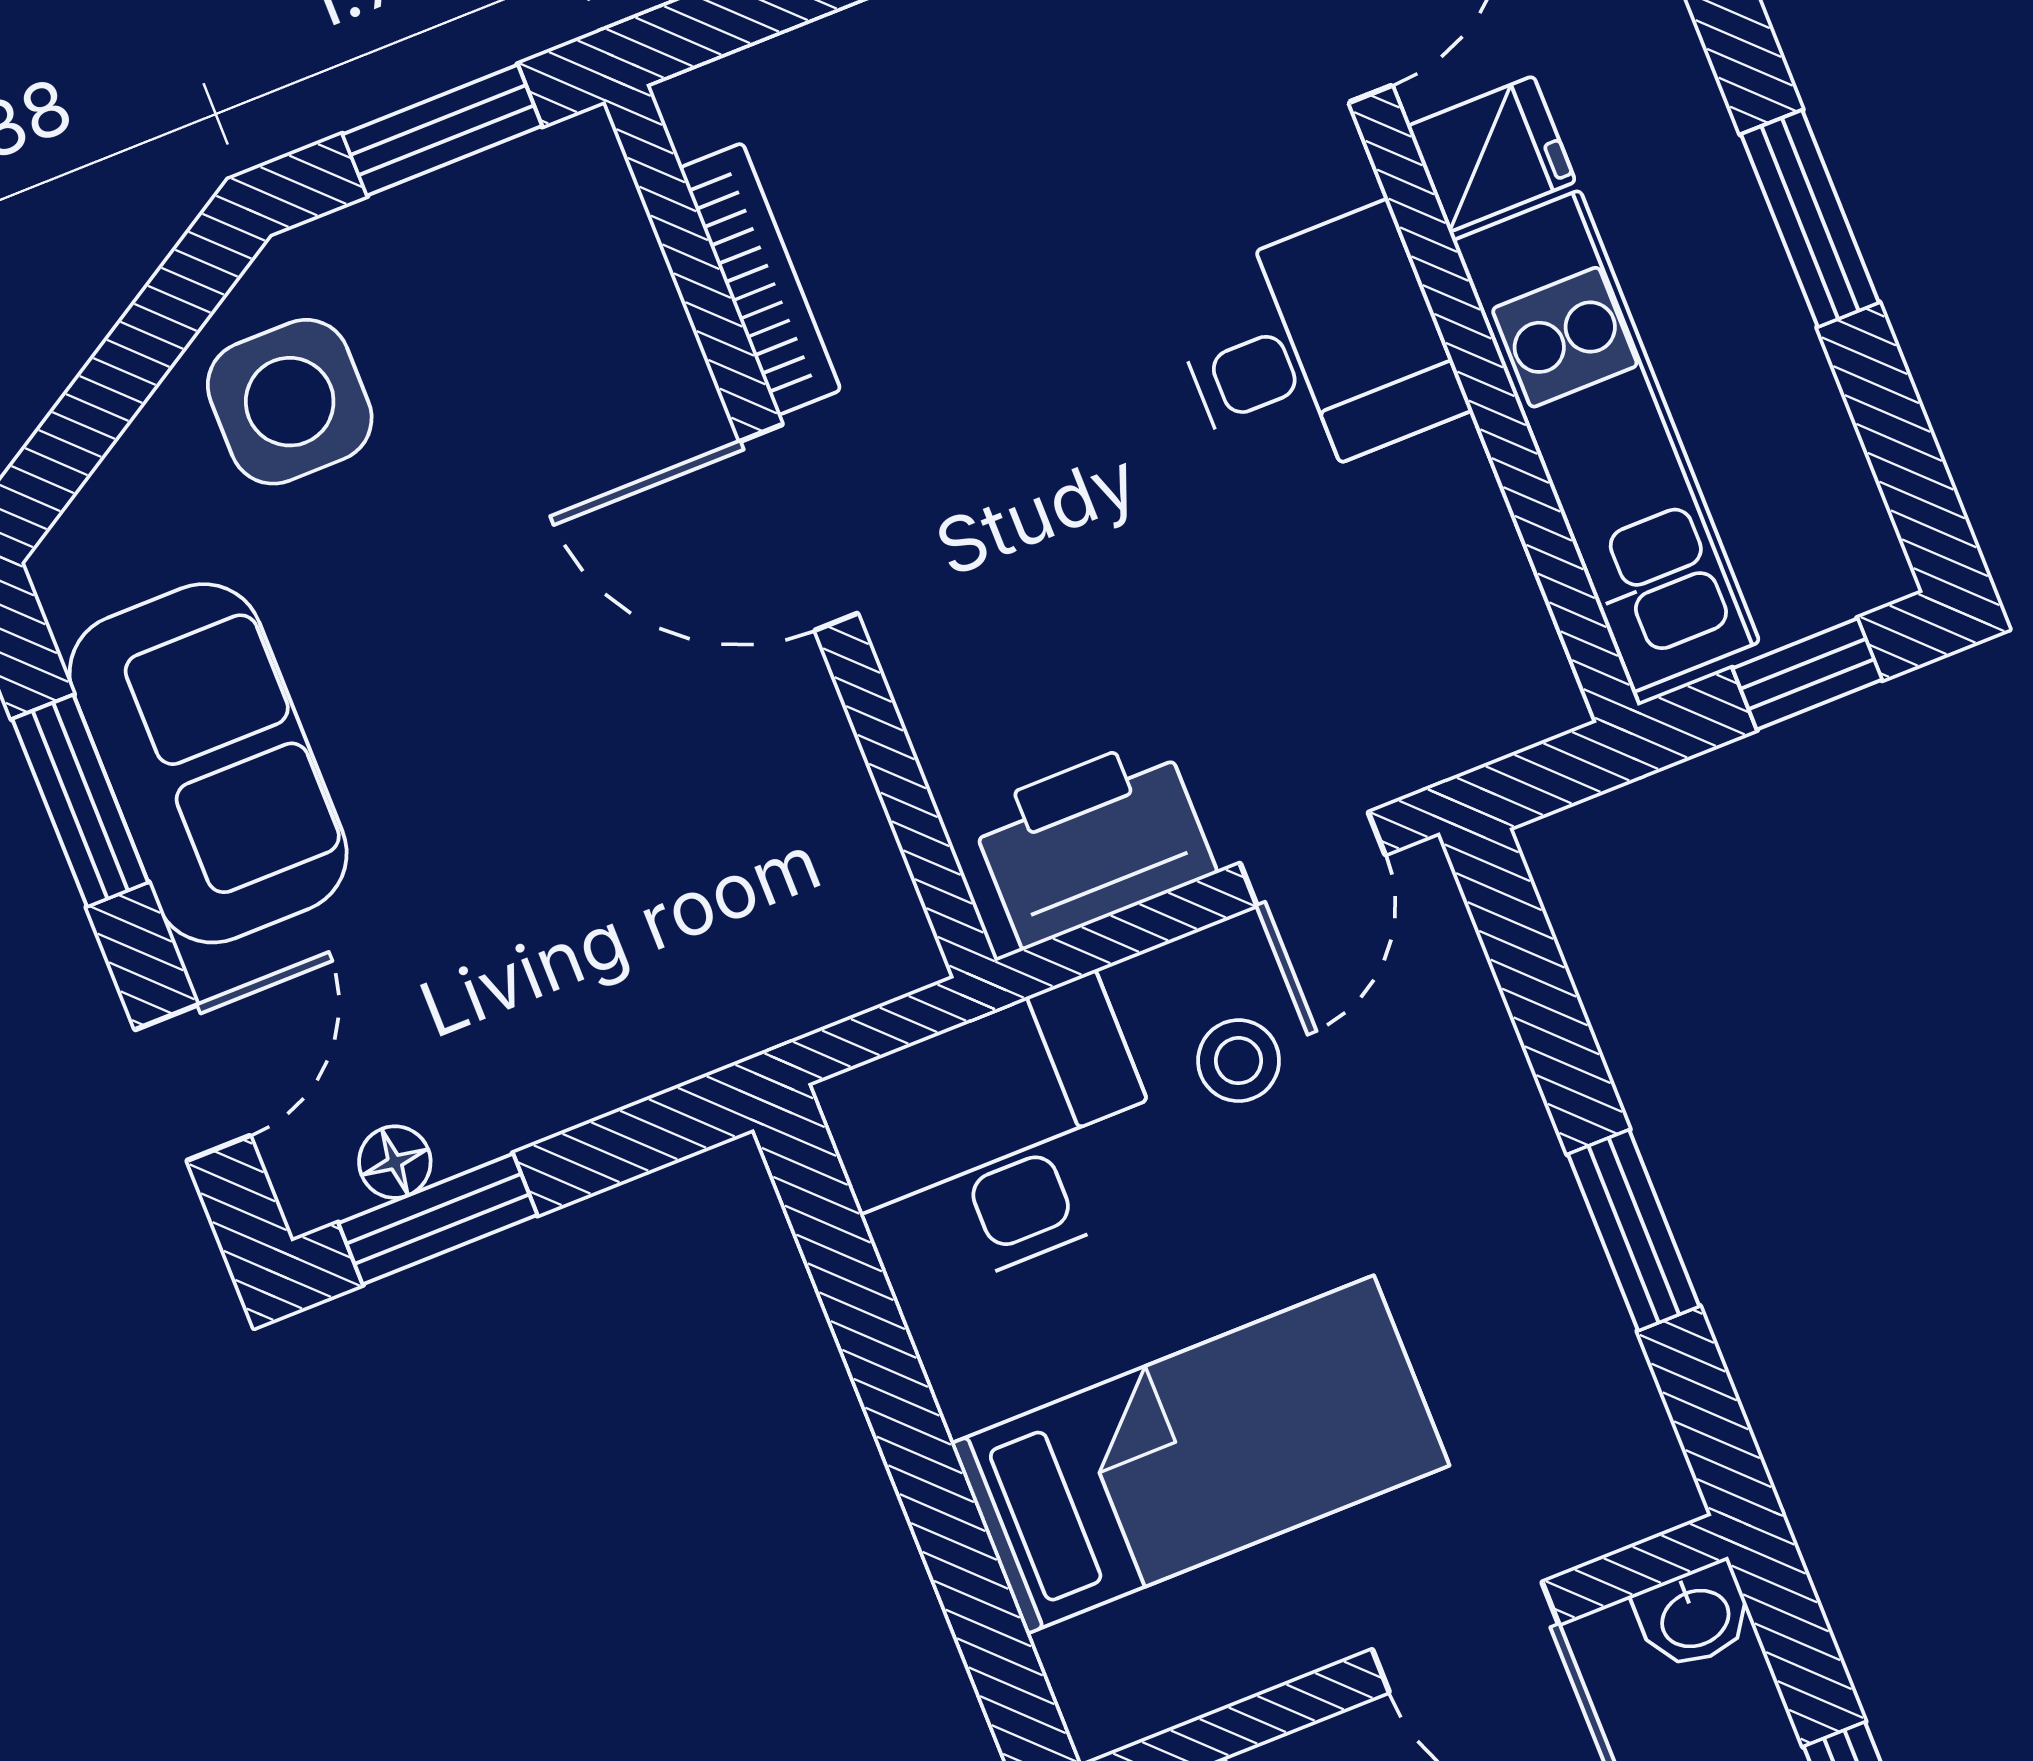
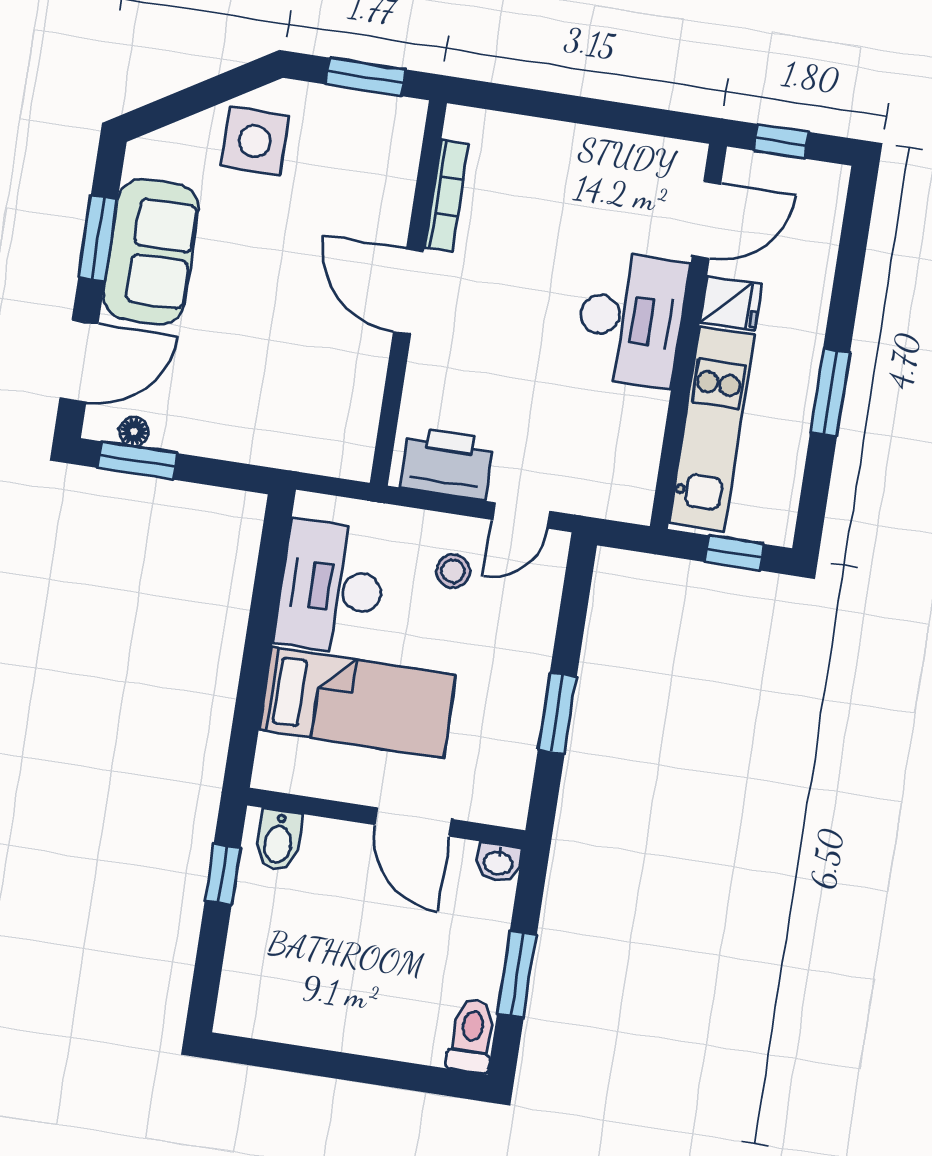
desk: (1316, 350) -> (631, 319), width x1.37
door: (192, 1083) -> (79, 361), width x1.38
desk: (996, 1140) -> (331, 588), moved, turned -90

